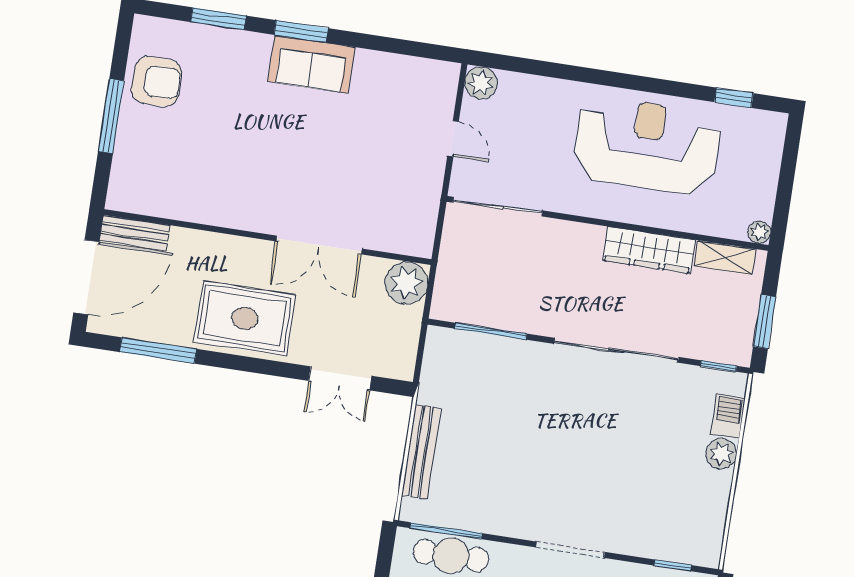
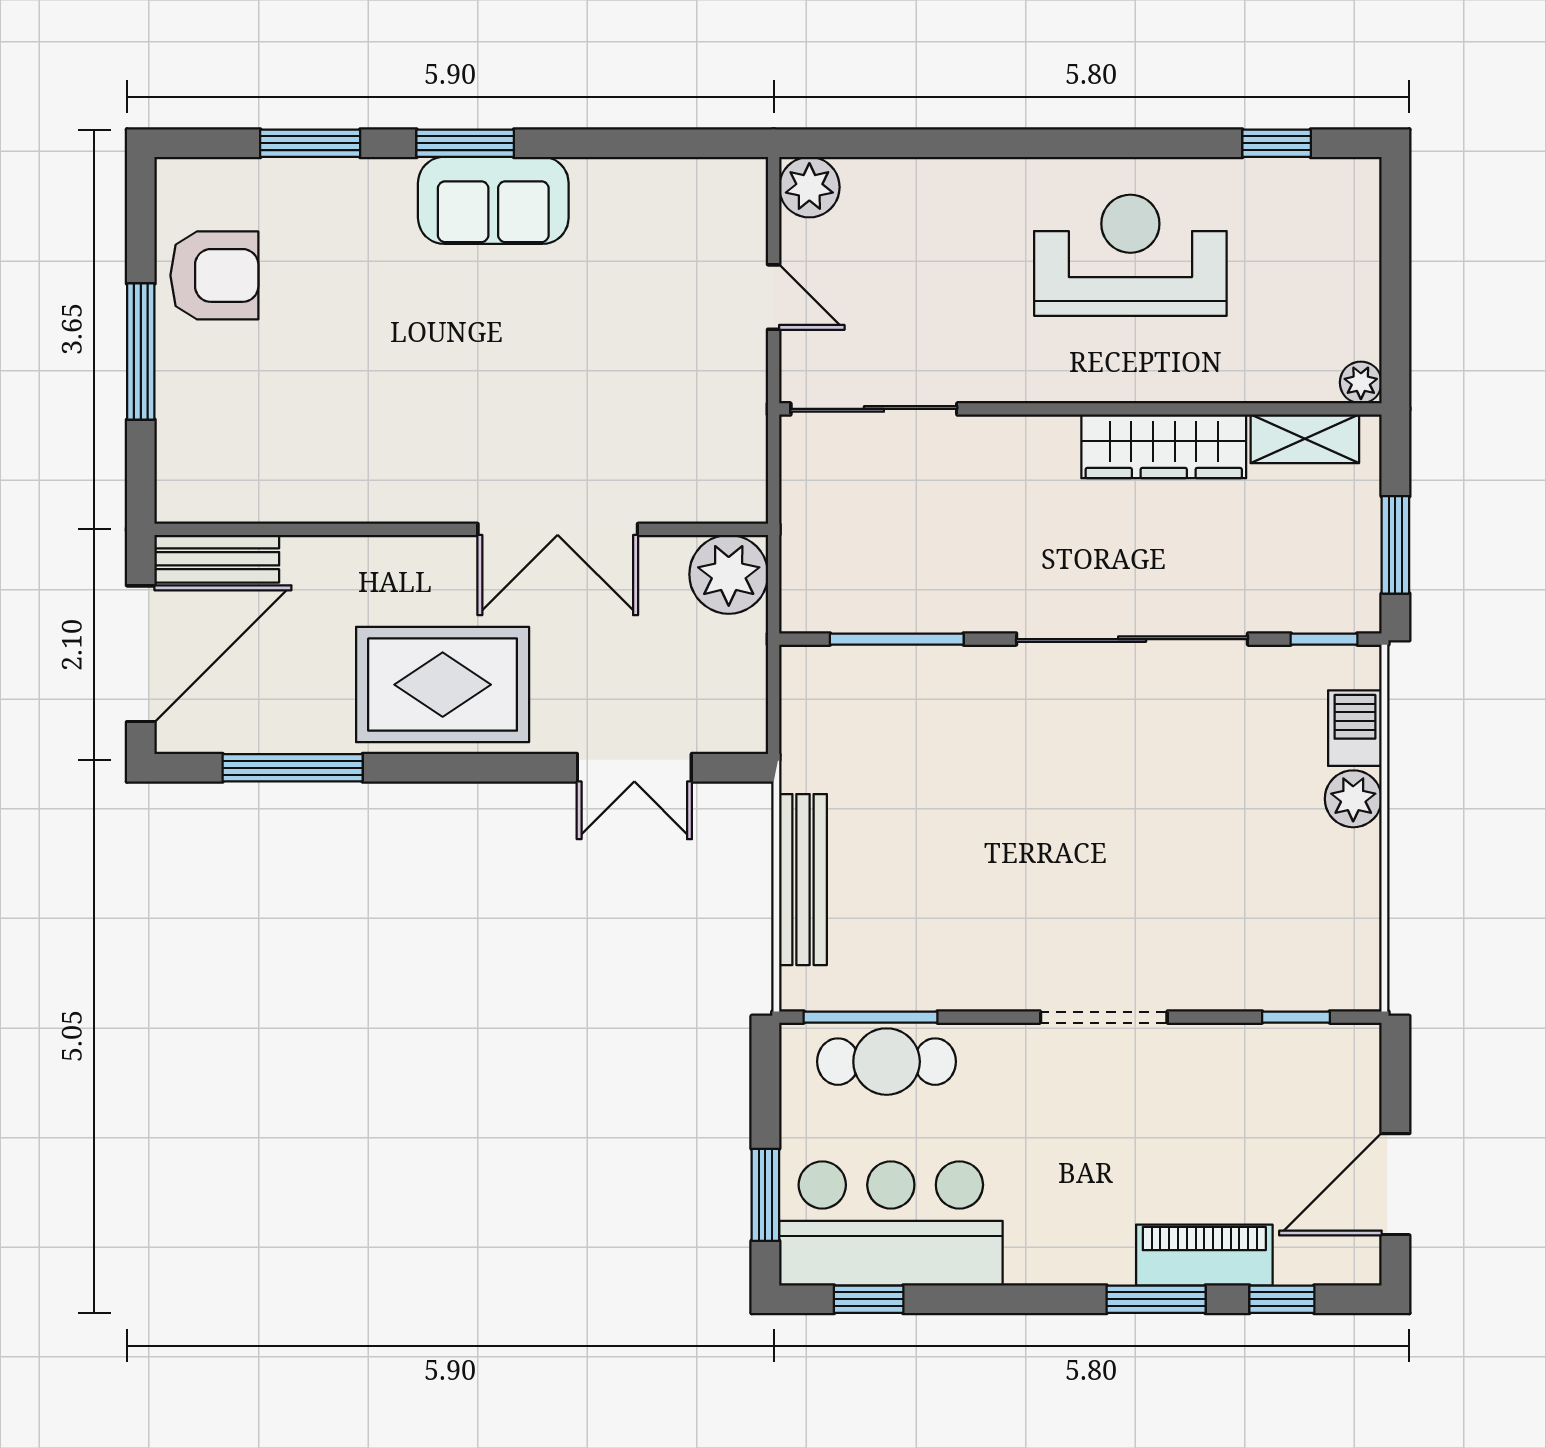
reception desk: (647, 145) -> (1130, 255), width x0.74, depth x0.77

